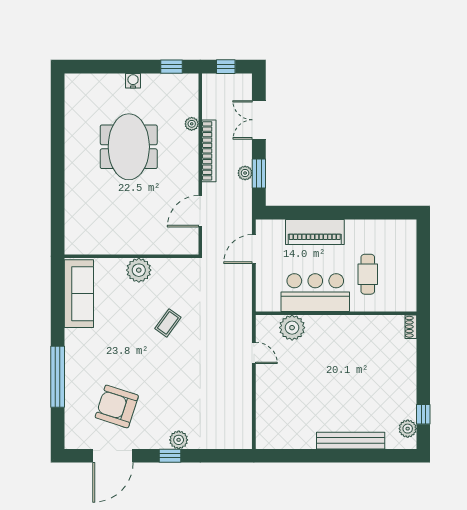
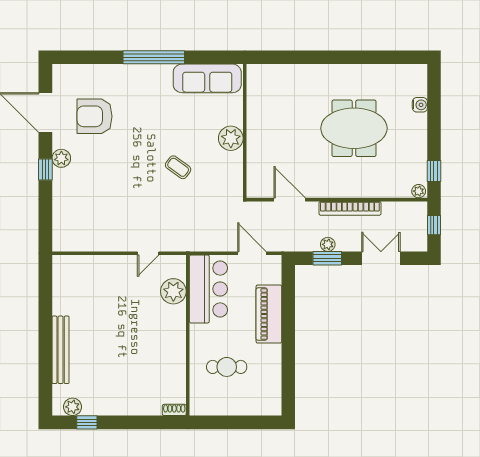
water cooler: (133, 81) -> (420, 105), moved
plant: (192, 124) -> (419, 191), moved
bar counter: (315, 293) -> (208, 289), moved
window: (58, 377) -> (154, 57), moved
armchair: (117, 406) -> (95, 116), turned -108
plant: (179, 440) -> (61, 158), moved

